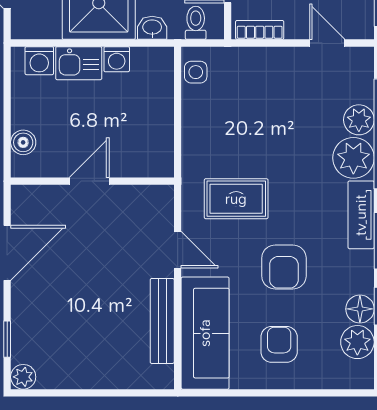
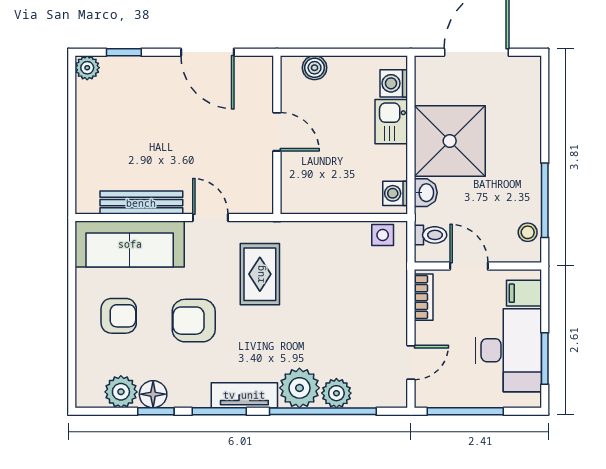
washing machine: (117, 59) -> (395, 193), moved
door: (178, 250) -> (210, 218), swing flipped

